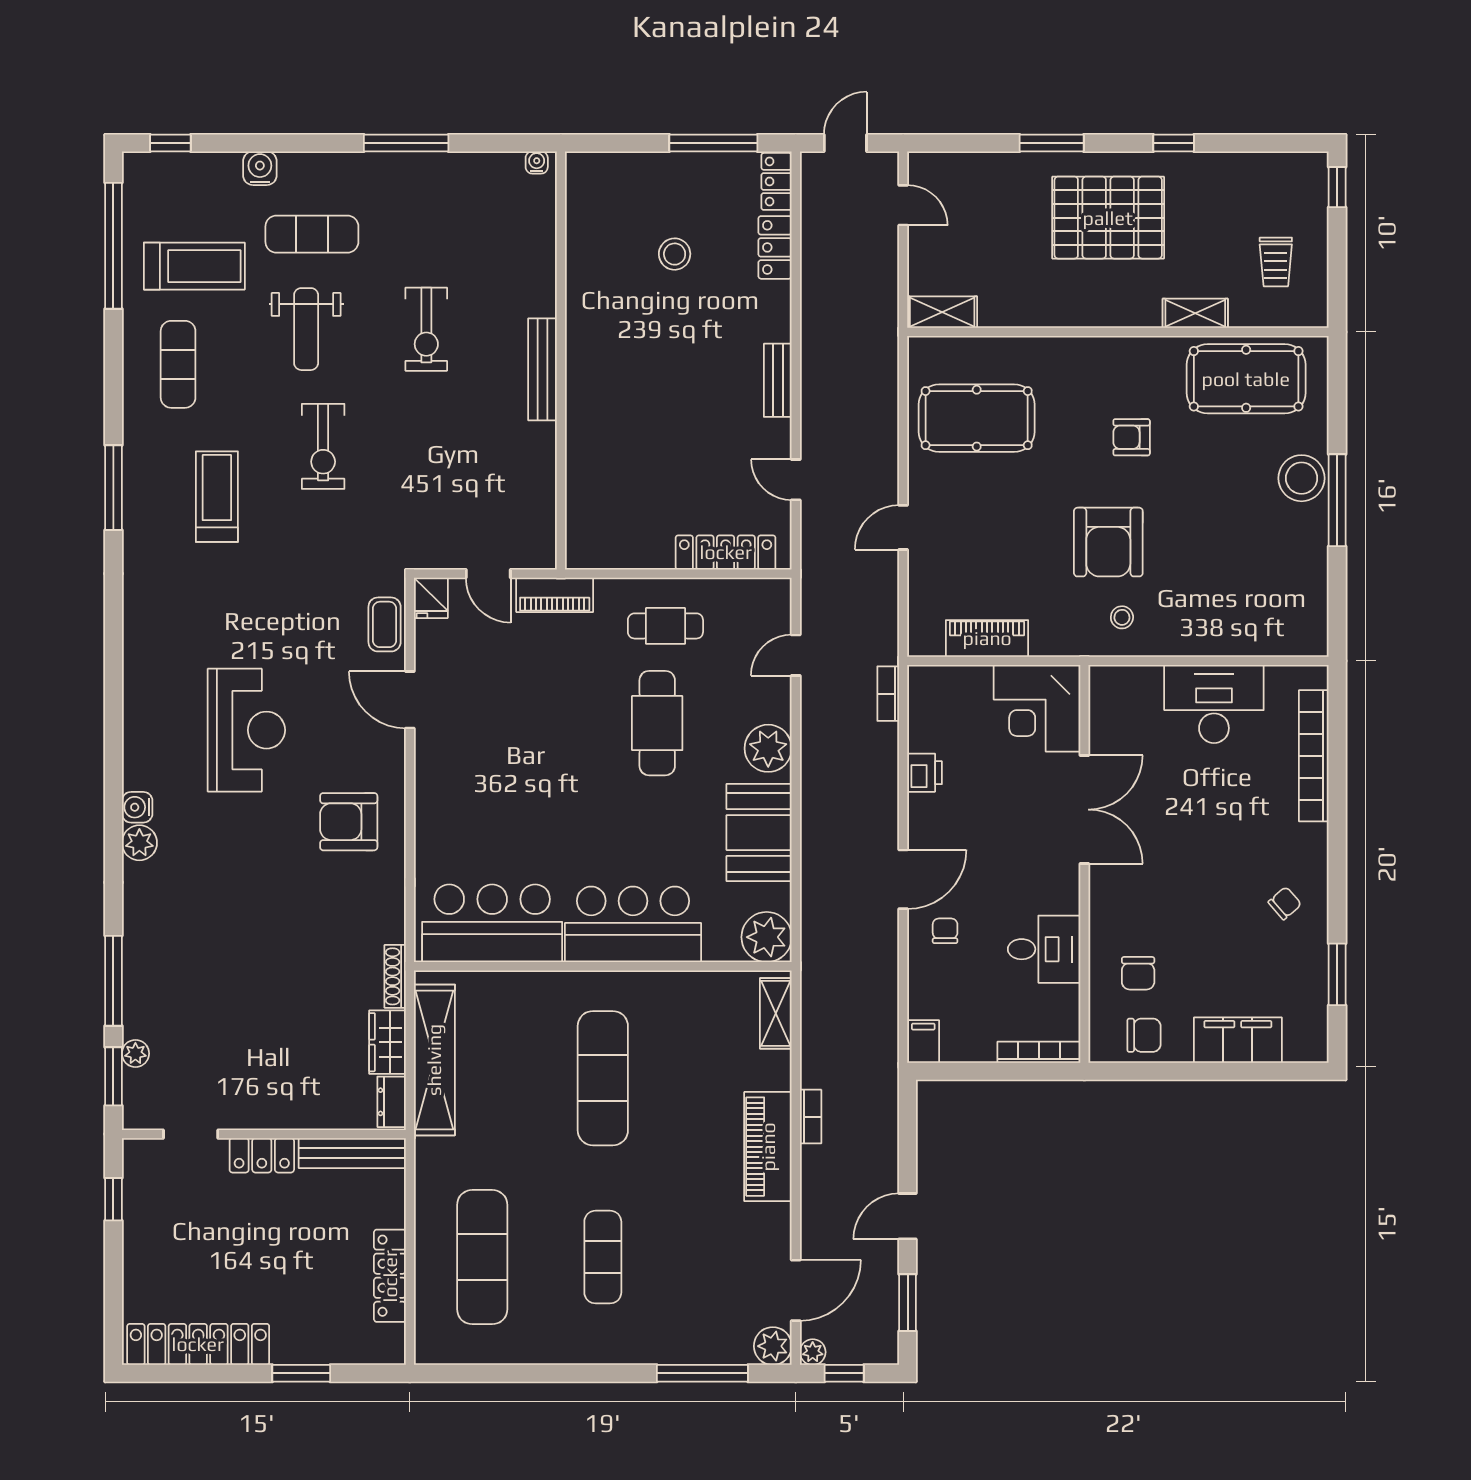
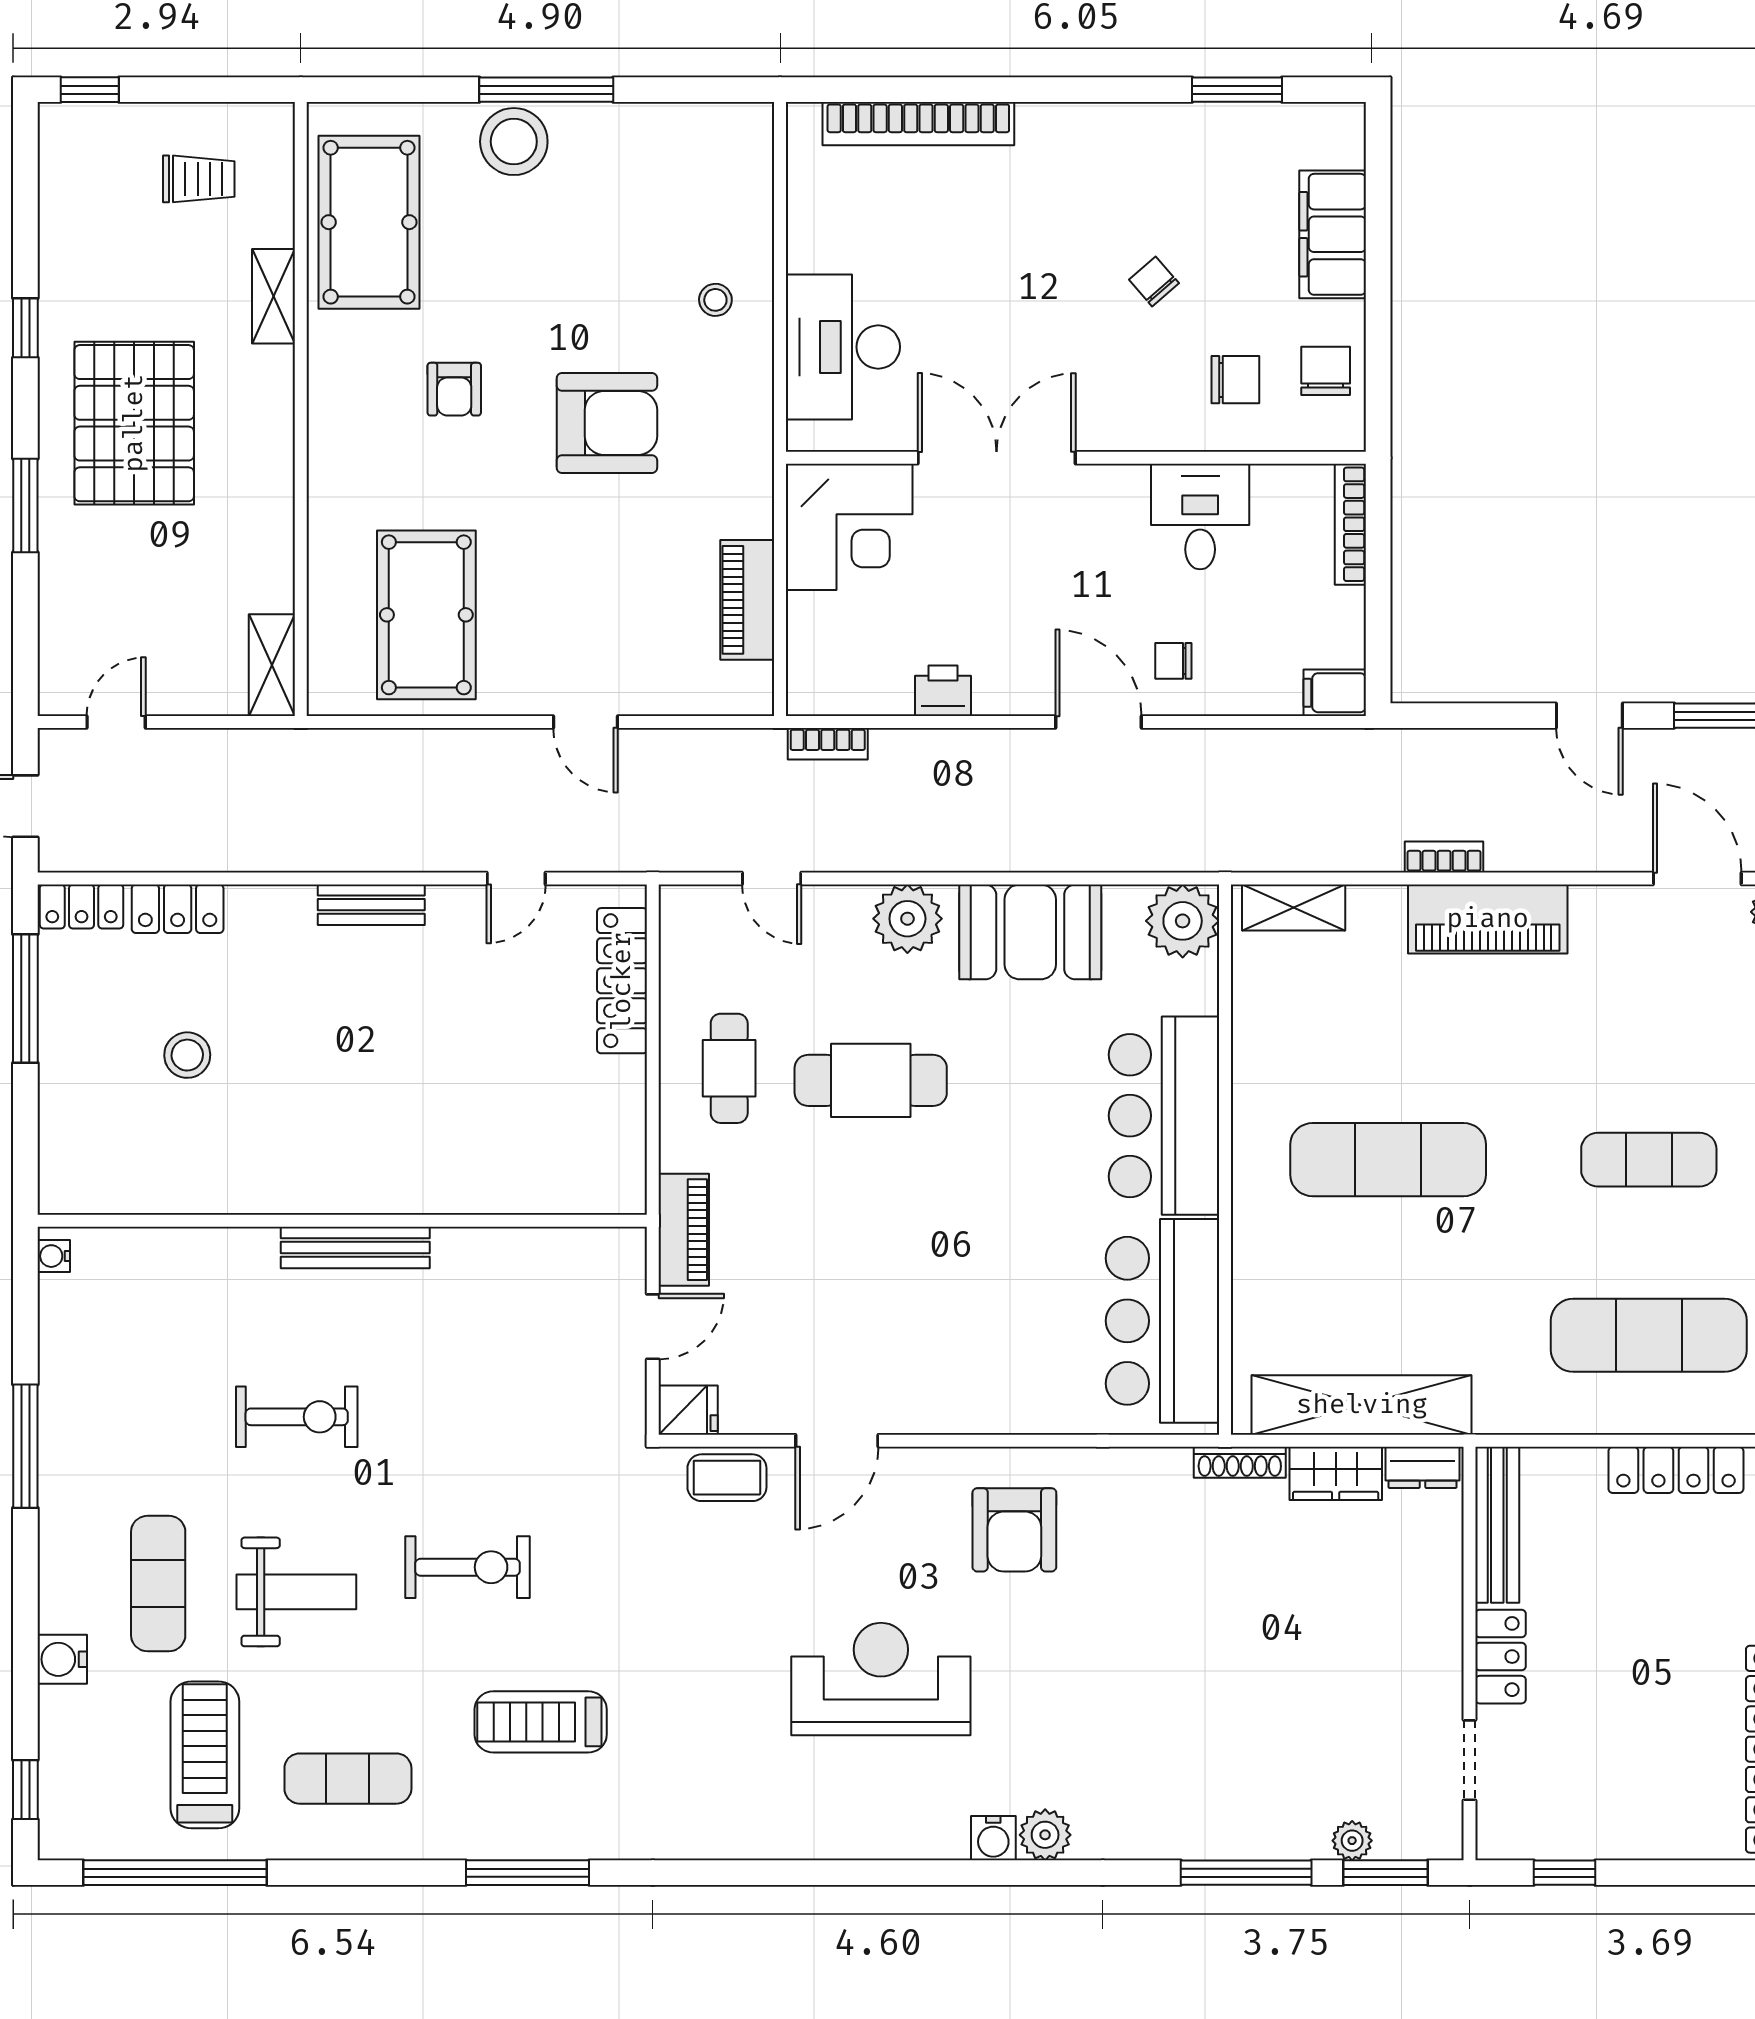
stool: (1122, 617) -> (715, 300), moved
desk: (1214, 704) -> (843, 347), moved
chair: (1285, 903) -> (1154, 281), moved

